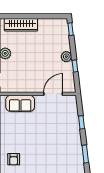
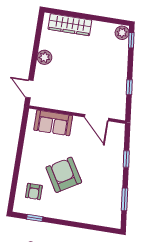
plant: (66, 57) -> (122, 33), moved
door: (53, 94) -> (96, 118), swing flipped
armchair: (35, 142) -> (64, 175), added

